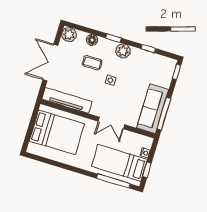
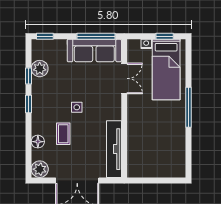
window: (113, 38) -> (28, 104), moved
plant: (123, 51) -> (40, 69), moved
double door: (111, 123) -> (124, 78), moved
bed: (57, 132) -> (153, 149), removed
window: (114, 181) -> (188, 107), moved

